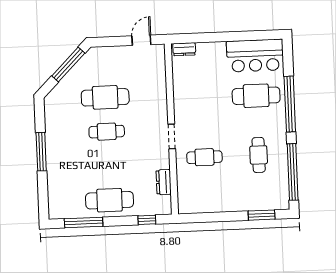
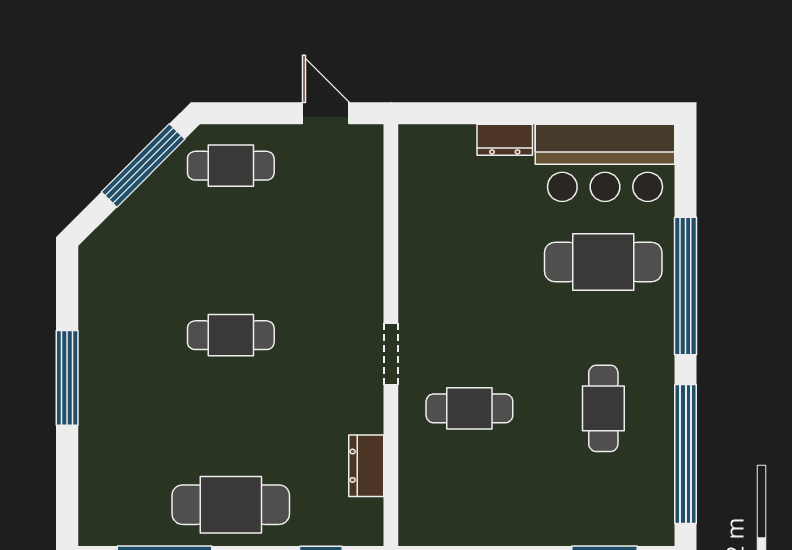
door: (141, 40) -> (326, 113), hinge flipped
dresser: (184, 49) -> (505, 140), moved
cafe table: (105, 97) -> (231, 166), moved, width x0.73, depth x0.74

